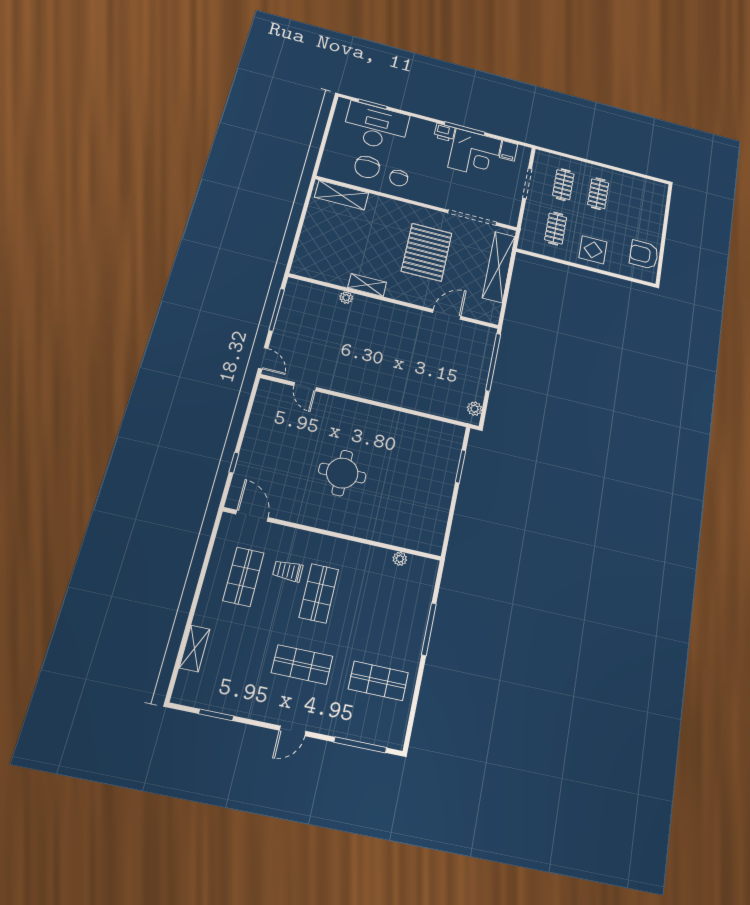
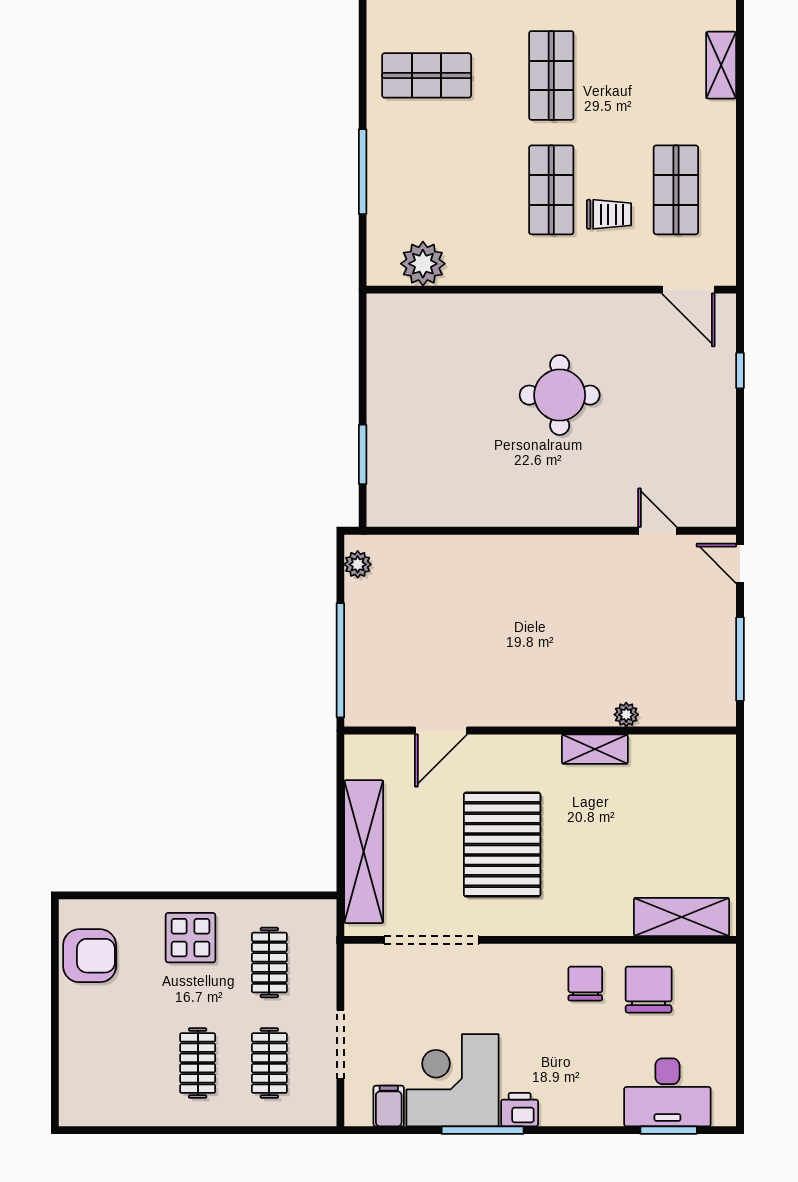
desk: (376, 127) -> (667, 1092), width x0.73, depth x0.77
plant: (400, 559) -> (423, 264), width x1.87, depth x1.87
shop shelf: (302, 664) -> (551, 75), turned 90

